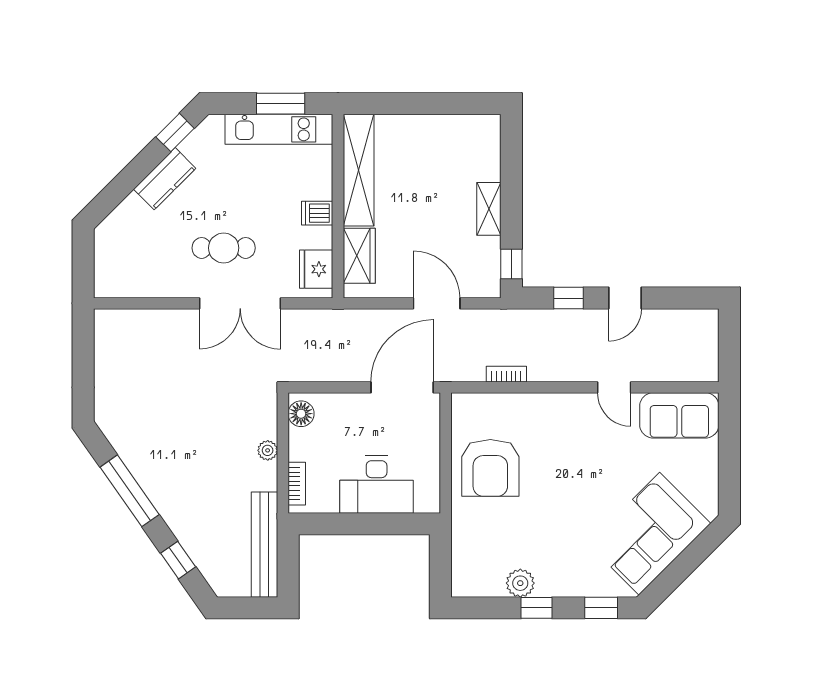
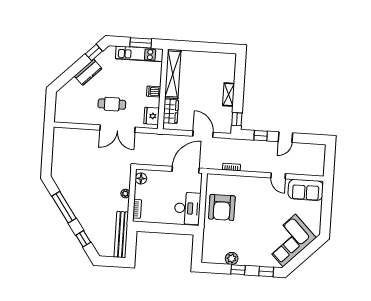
desk: (377, 485) -> (187, 208), moved, turned -90

